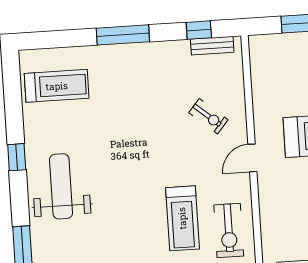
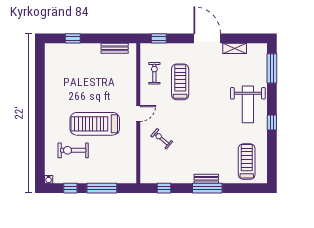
bench: (212, 46) -> (206, 179), moved
treadmill: (57, 86) -> (247, 162), turned 90
exercise bike: (229, 230) -> (154, 73), width x0.73, depth x0.72

